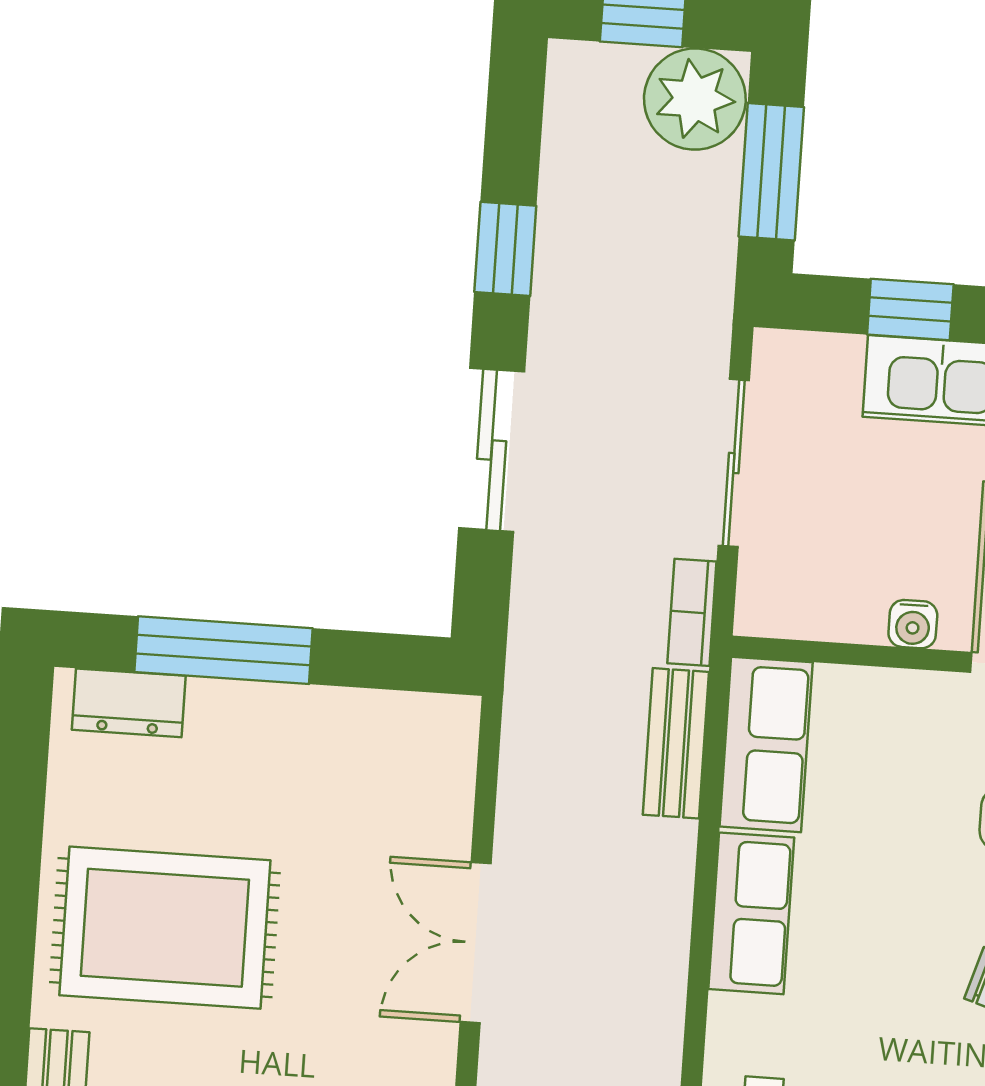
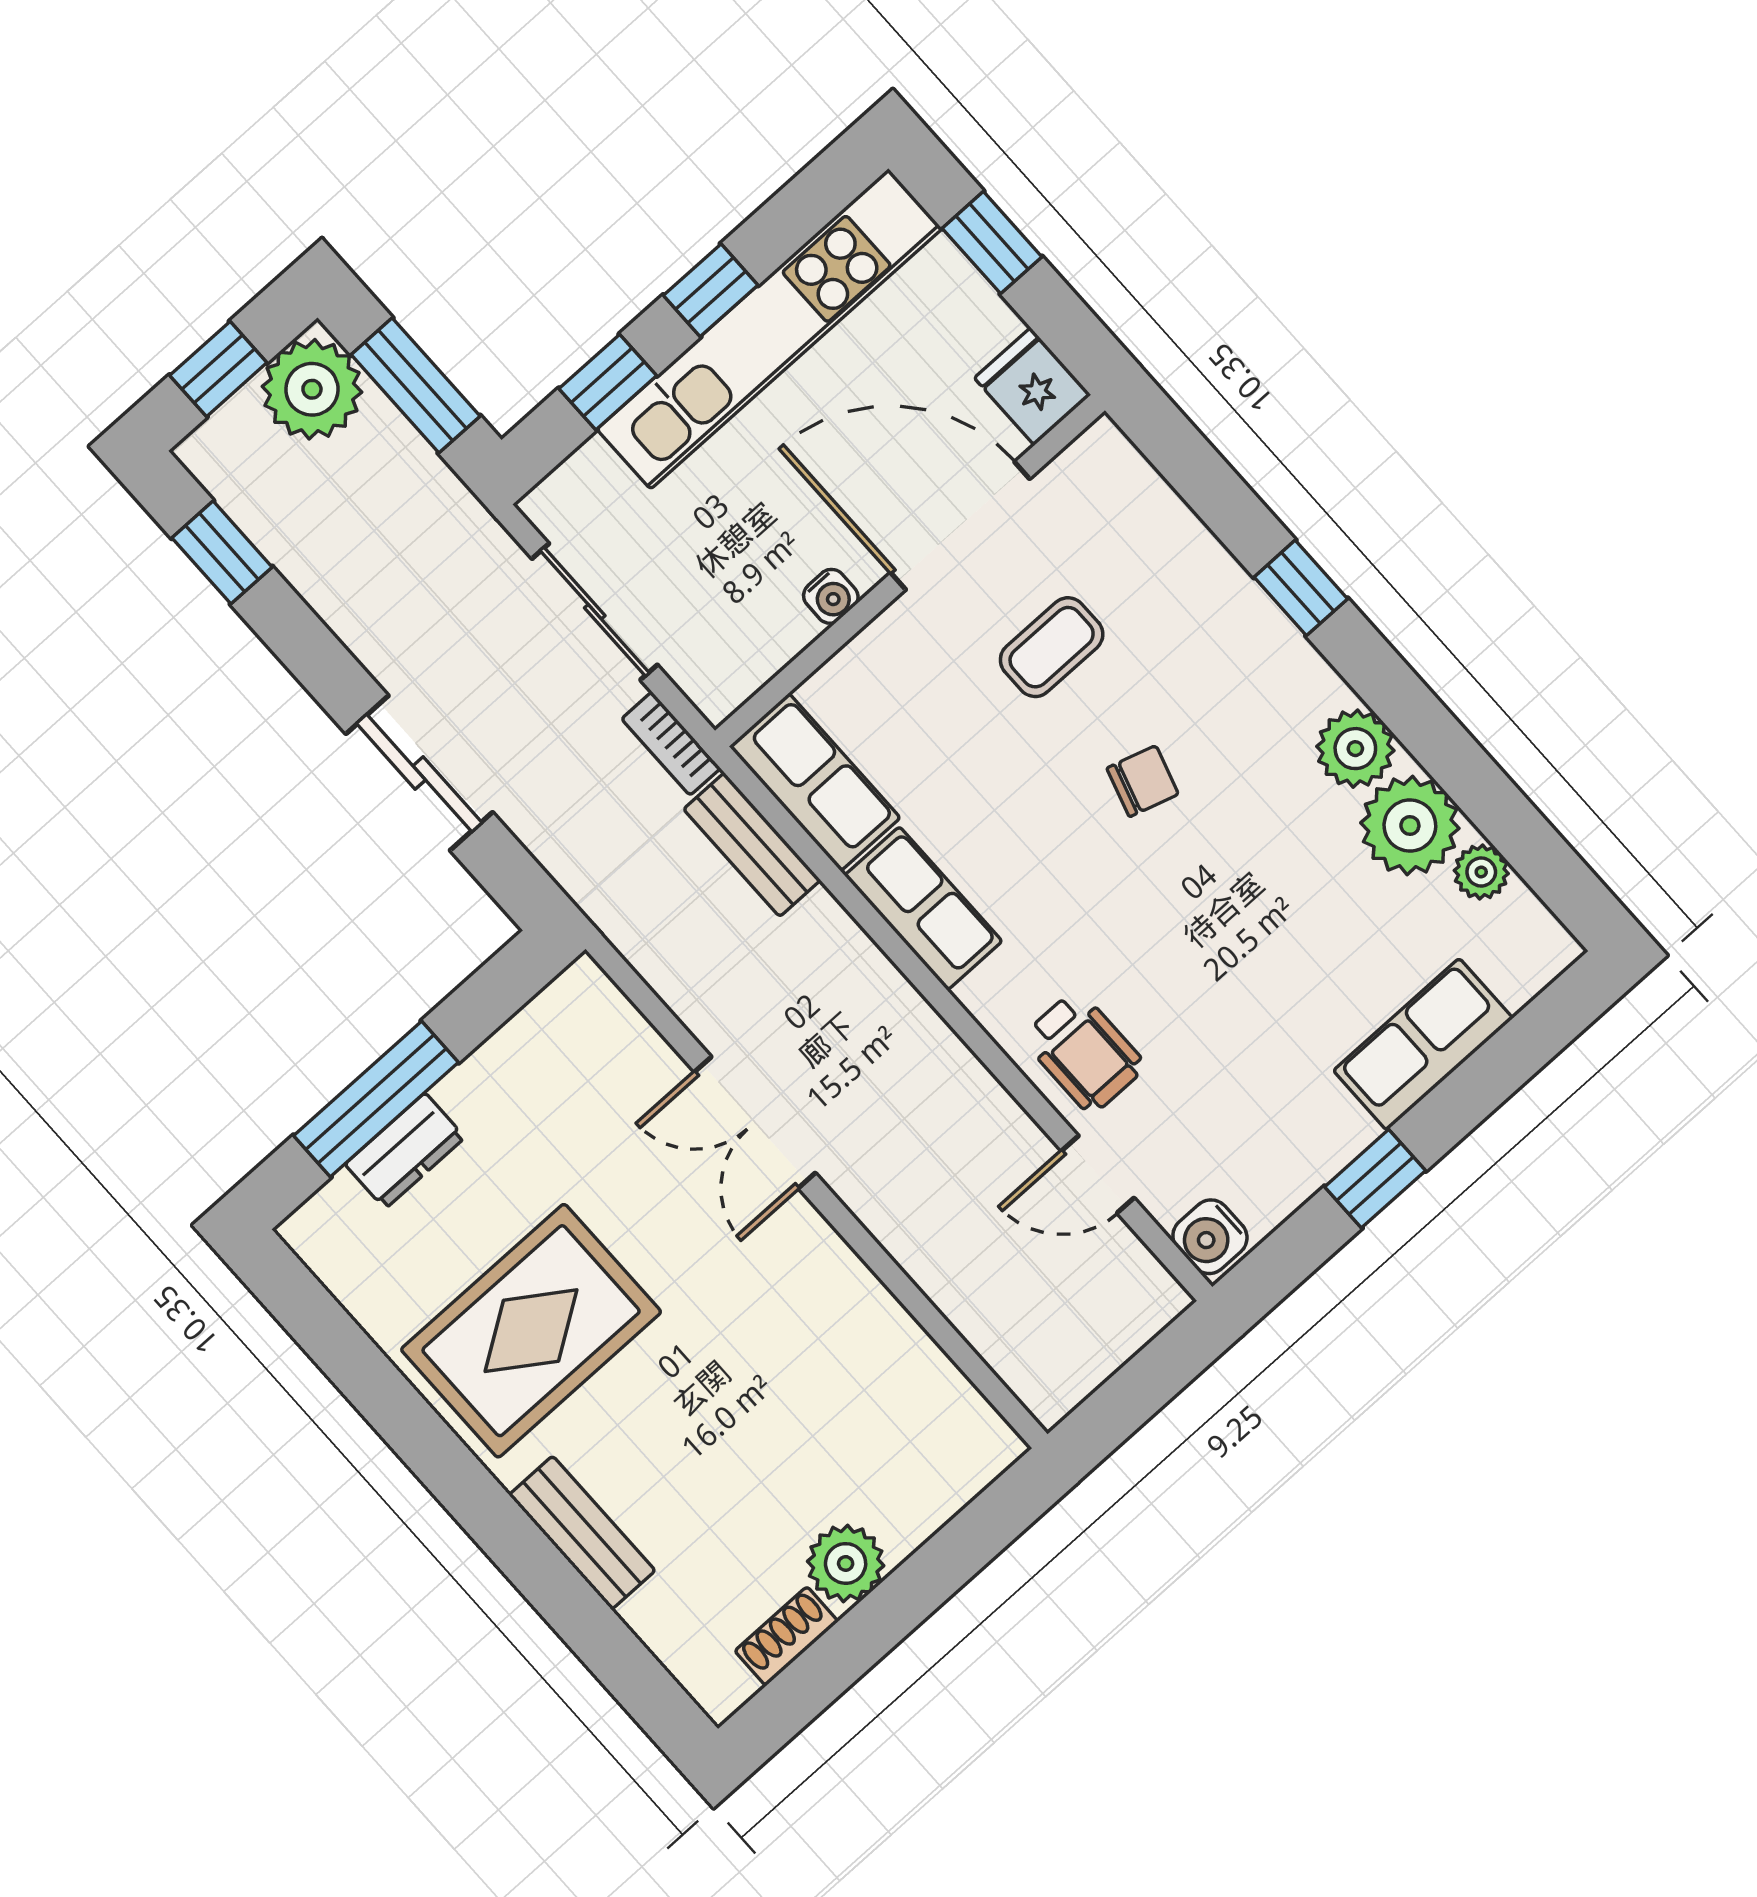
window: (505, 249) -> (222, 552), moved
dresser: (129, 703) -> (405, 1151), moved

